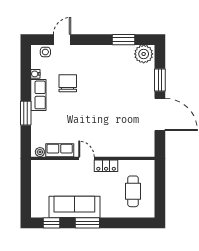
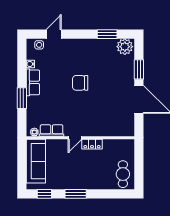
chair: (68, 83) -> (80, 83), moved, turned -90
door: (87, 158) -> (75, 138), swing flipped
cafe table: (133, 191) -> (123, 174), moved
sofa: (74, 207) -> (36, 161), moved, turned 90

